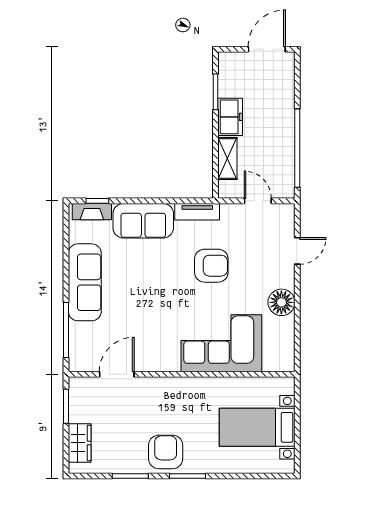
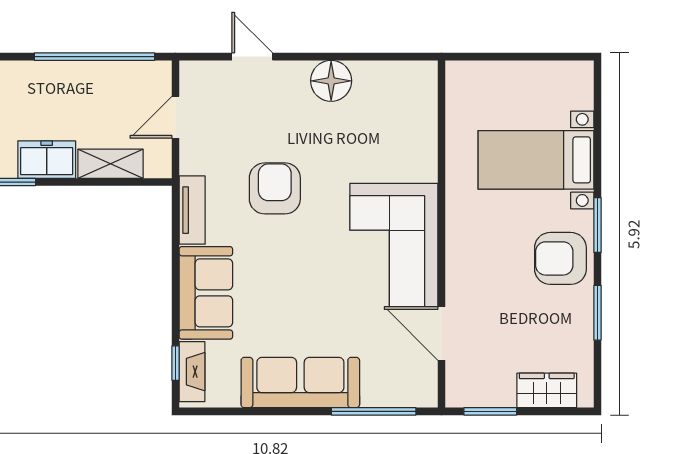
corner sofa: (221, 343) -> (394, 245), moved
bed with nightstands: (257, 427) -> (536, 160), moved, turned 90

